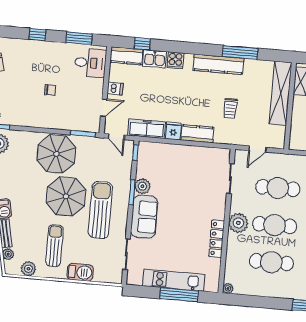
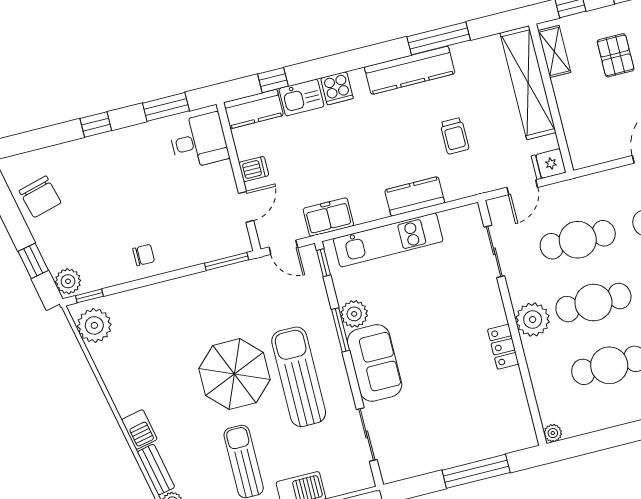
chair: (50, 90) -> (144, 255), moved
freezer: (147, 129) -> (328, 217), width x0.71
fridge: (173, 131) -> (549, 164), moved, turned -90
parasol: (56, 154) -> (195, 310), removed
locker: (217, 239) -> (503, 347), width x0.66
kitchen unit: (174, 280) -> (388, 240), moved, turned 180

